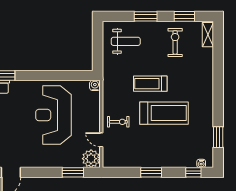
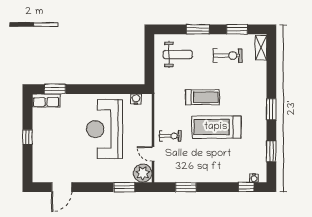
exercise bike: (175, 42) -> (228, 56), turned 90
treadmill: (150, 84) -> (202, 97), turned 180
water cooler: (95, 85) -> (136, 99), moved
window: (218, 95) -> (271, 109), added
treadmill: (164, 113) -> (216, 127), turned 180
window: (151, 172) -> (186, 187), moved

